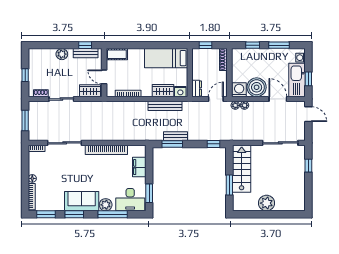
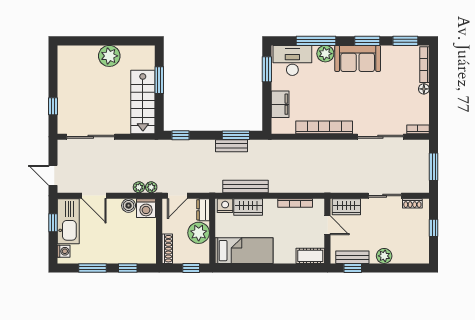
plant: (200, 71) -> (199, 233), added
boiler: (257, 87) -> (129, 206), width x0.54, depth x0.54

